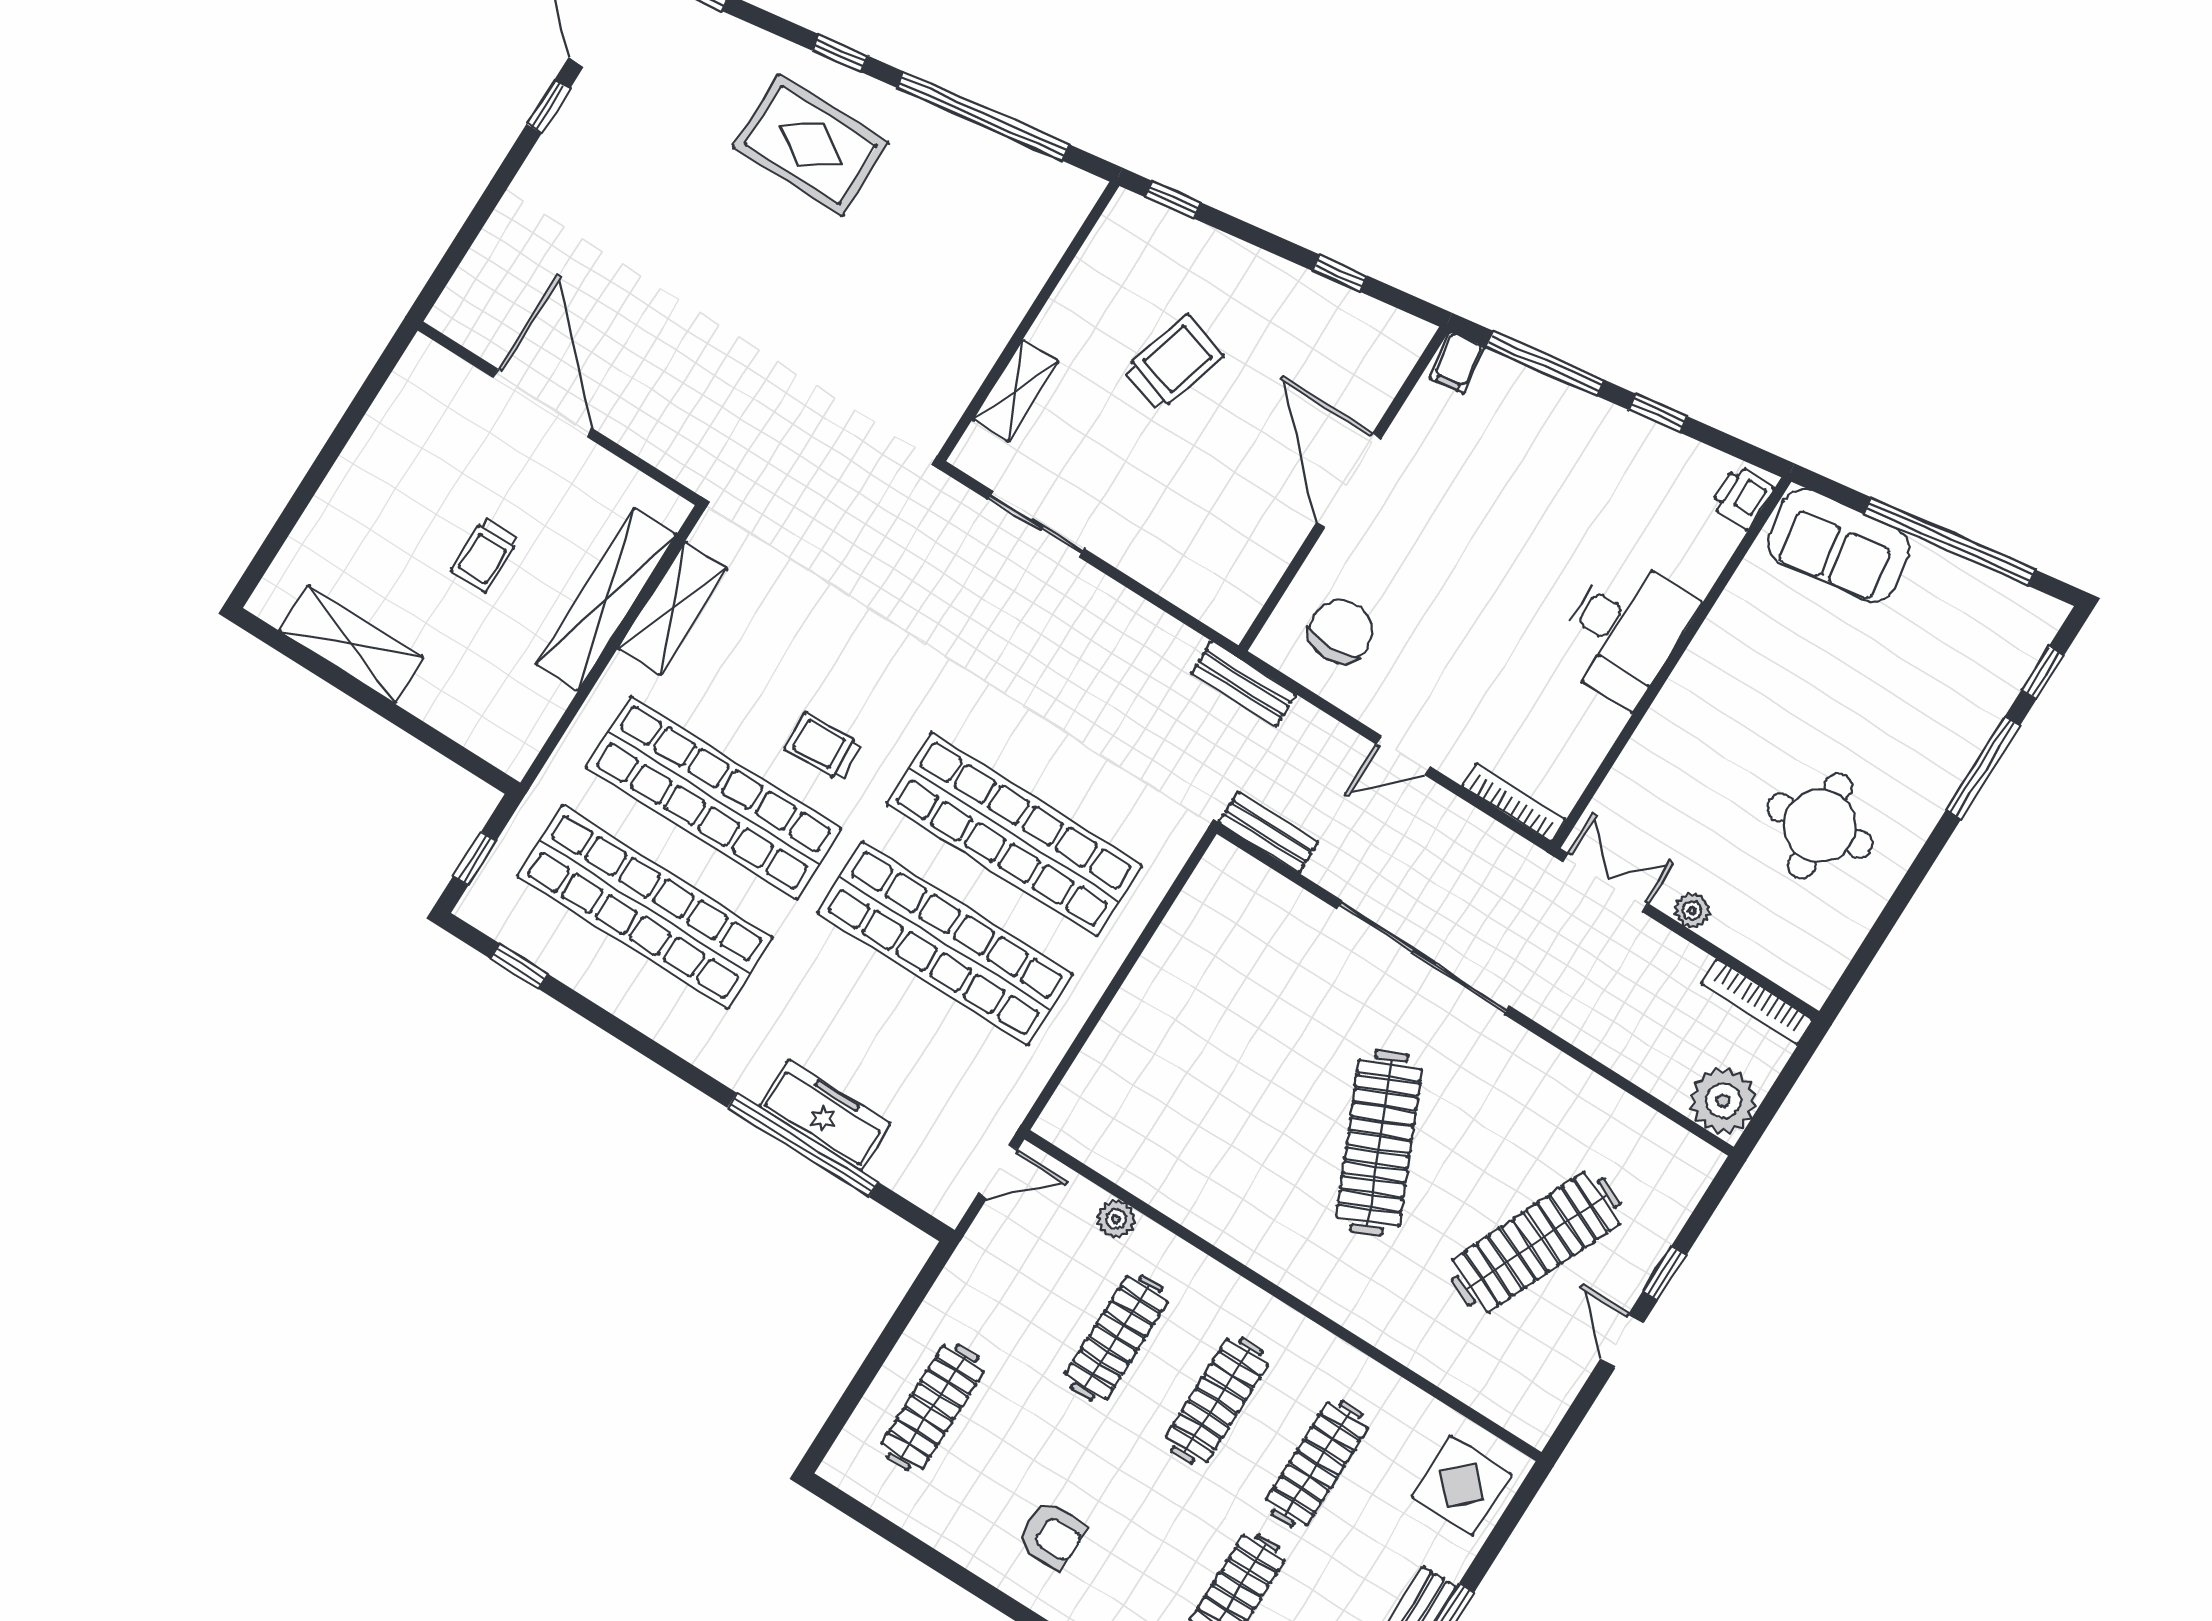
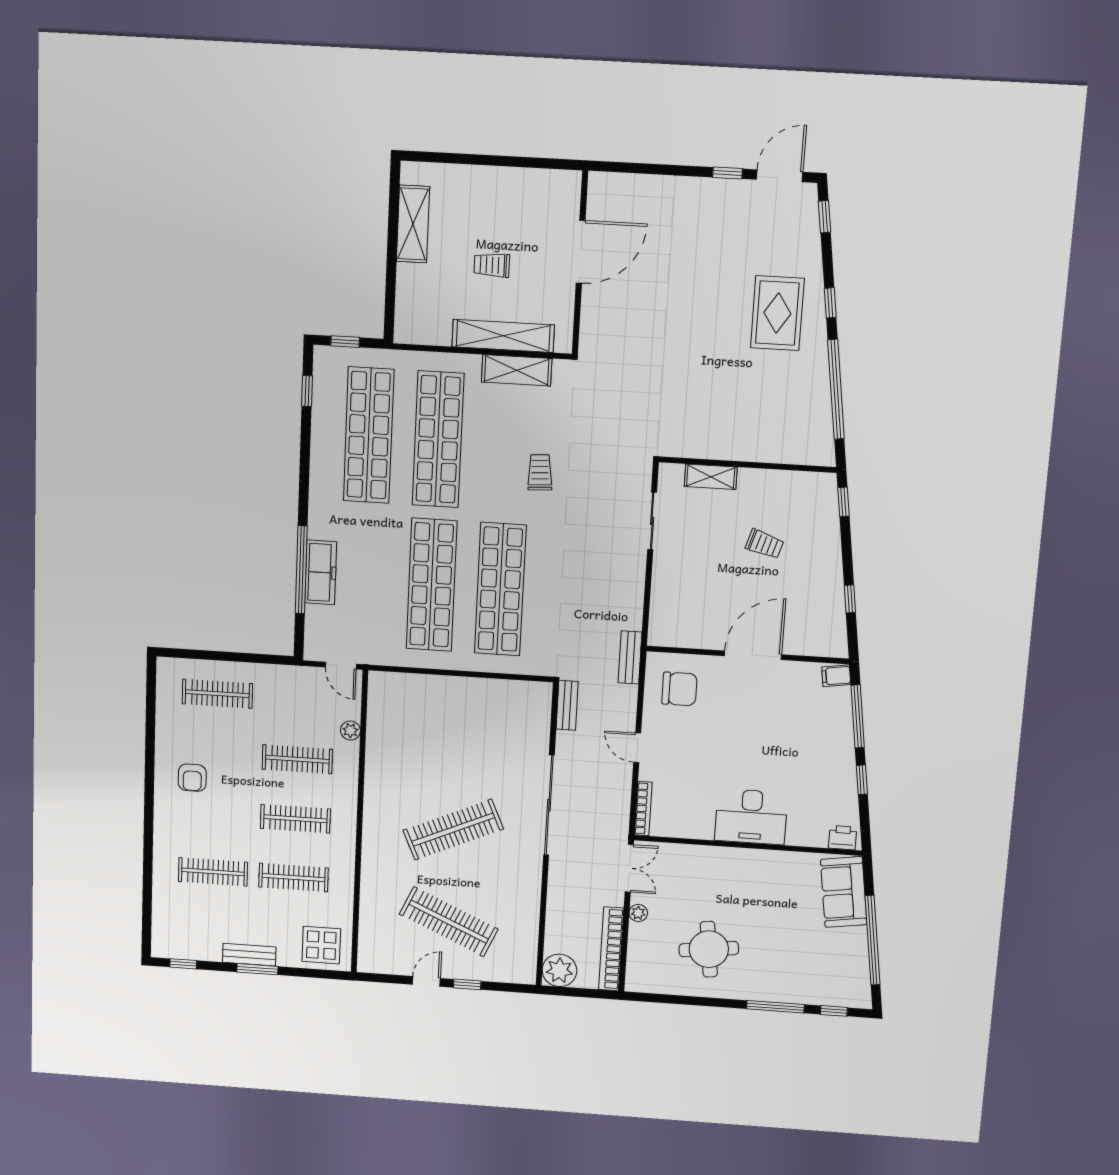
trolley: (1173, 363) -> (765, 544), width x0.73, depth x0.72
trolley: (823, 747) -> (540, 472), moved
bookcase: (1757, 1002) -> (611, 949), width x1.48, depth x1.31

